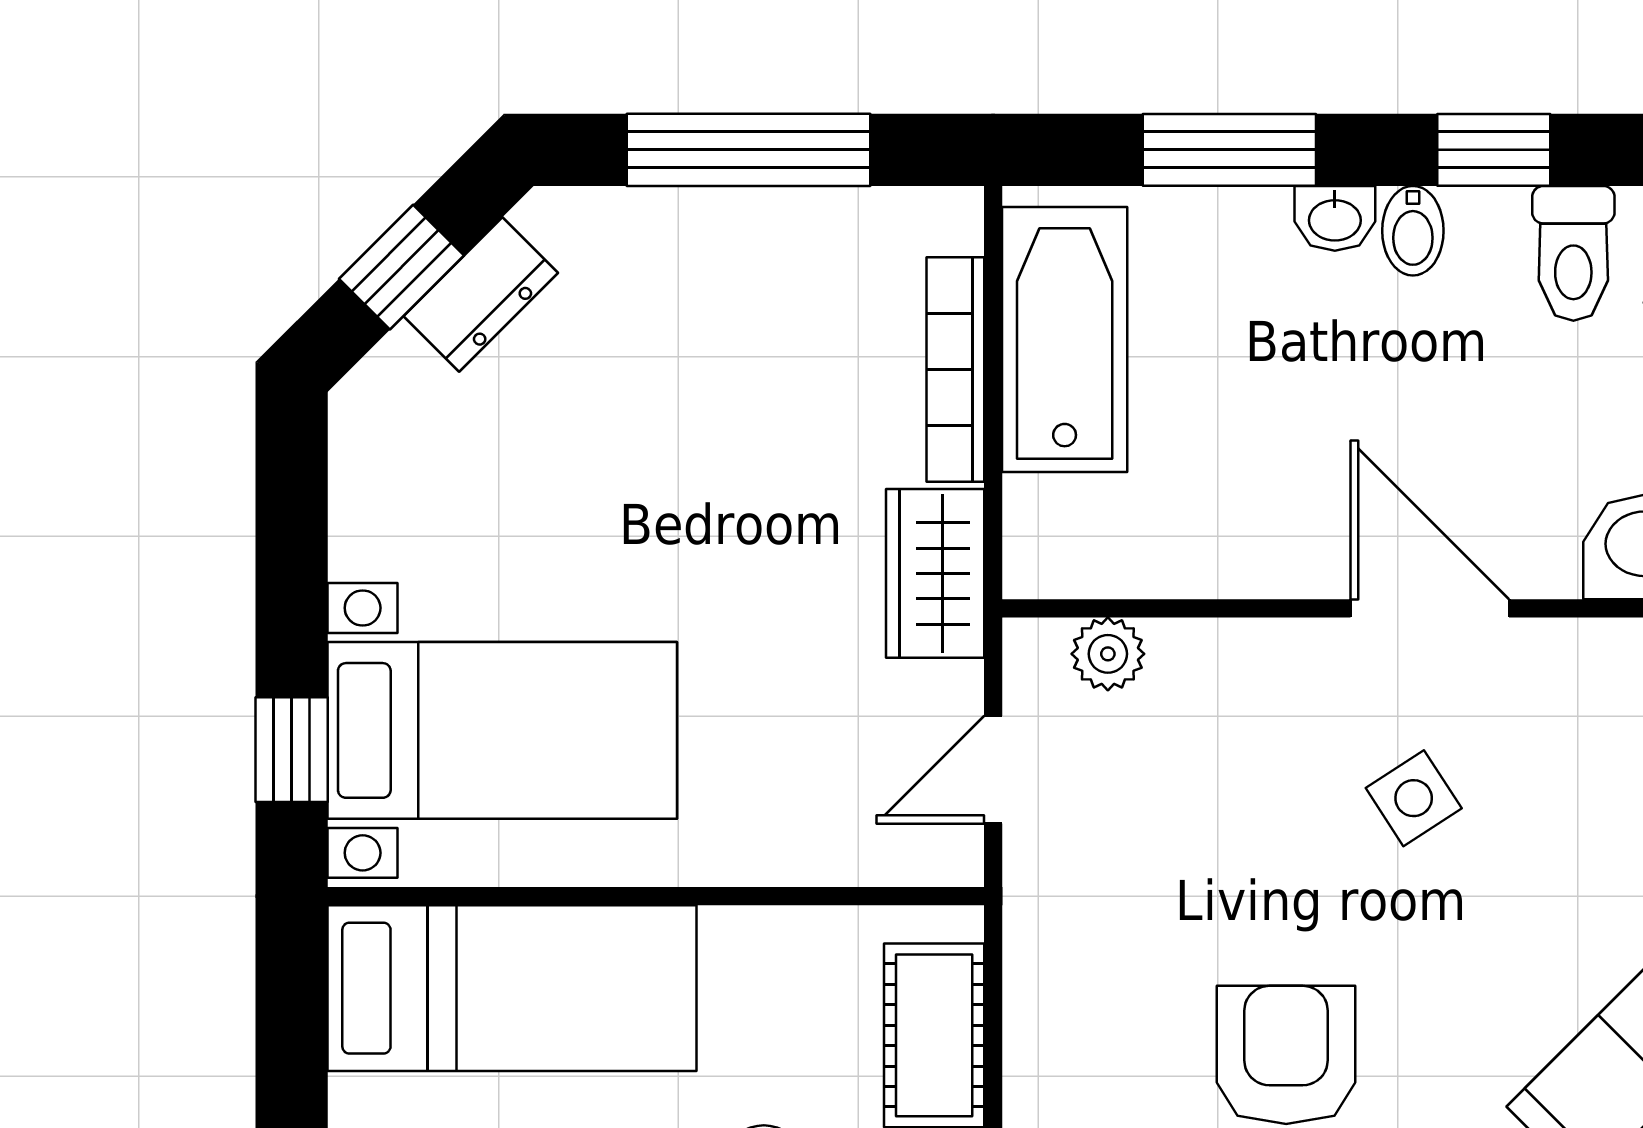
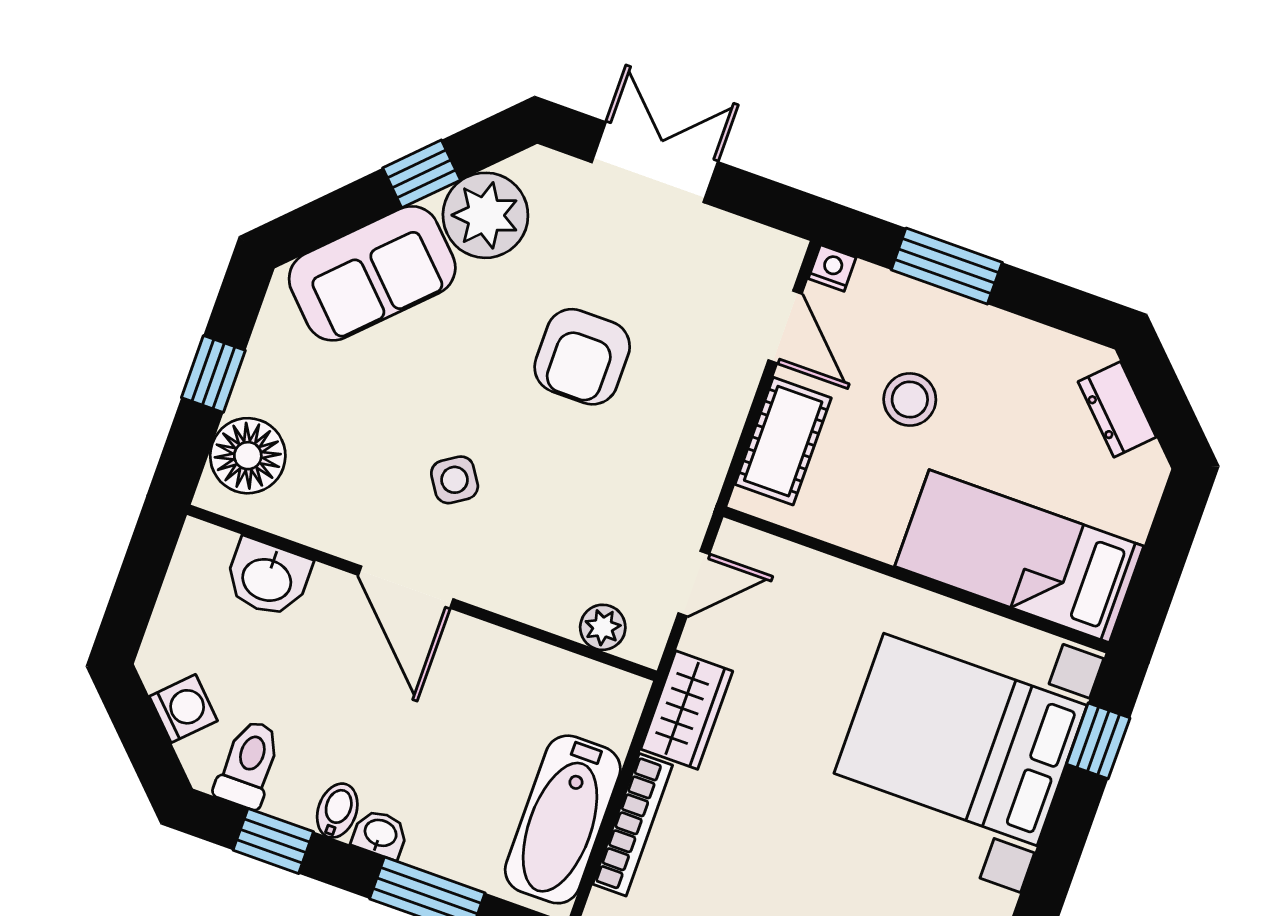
bed with nightstands: (502, 730) -> (960, 739), width x1.36

